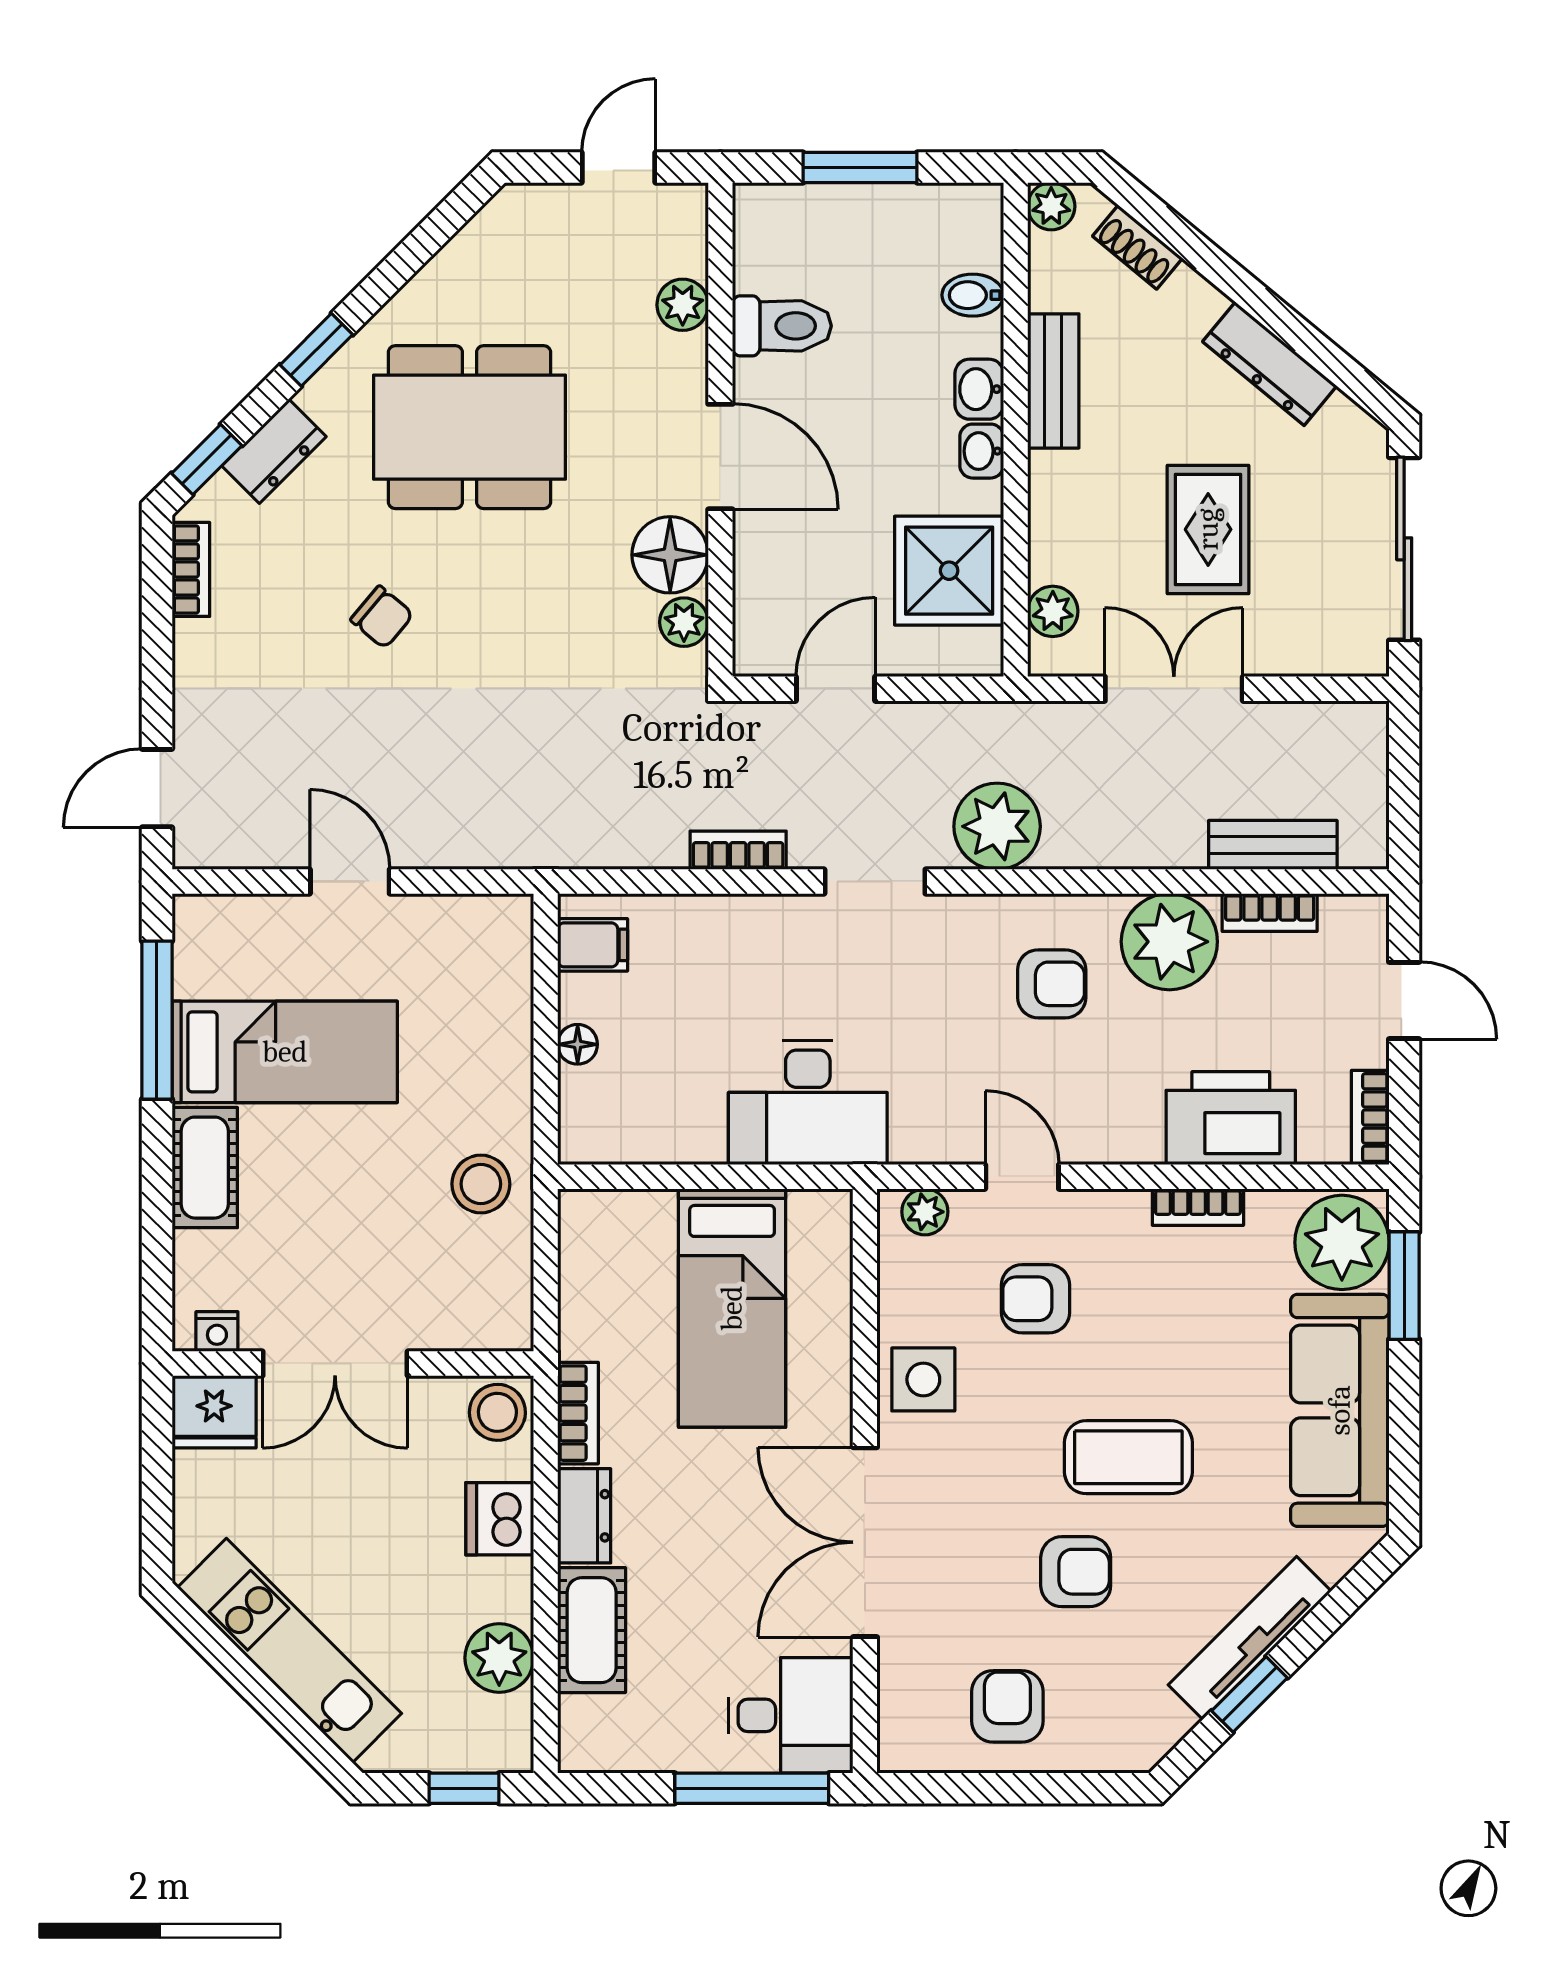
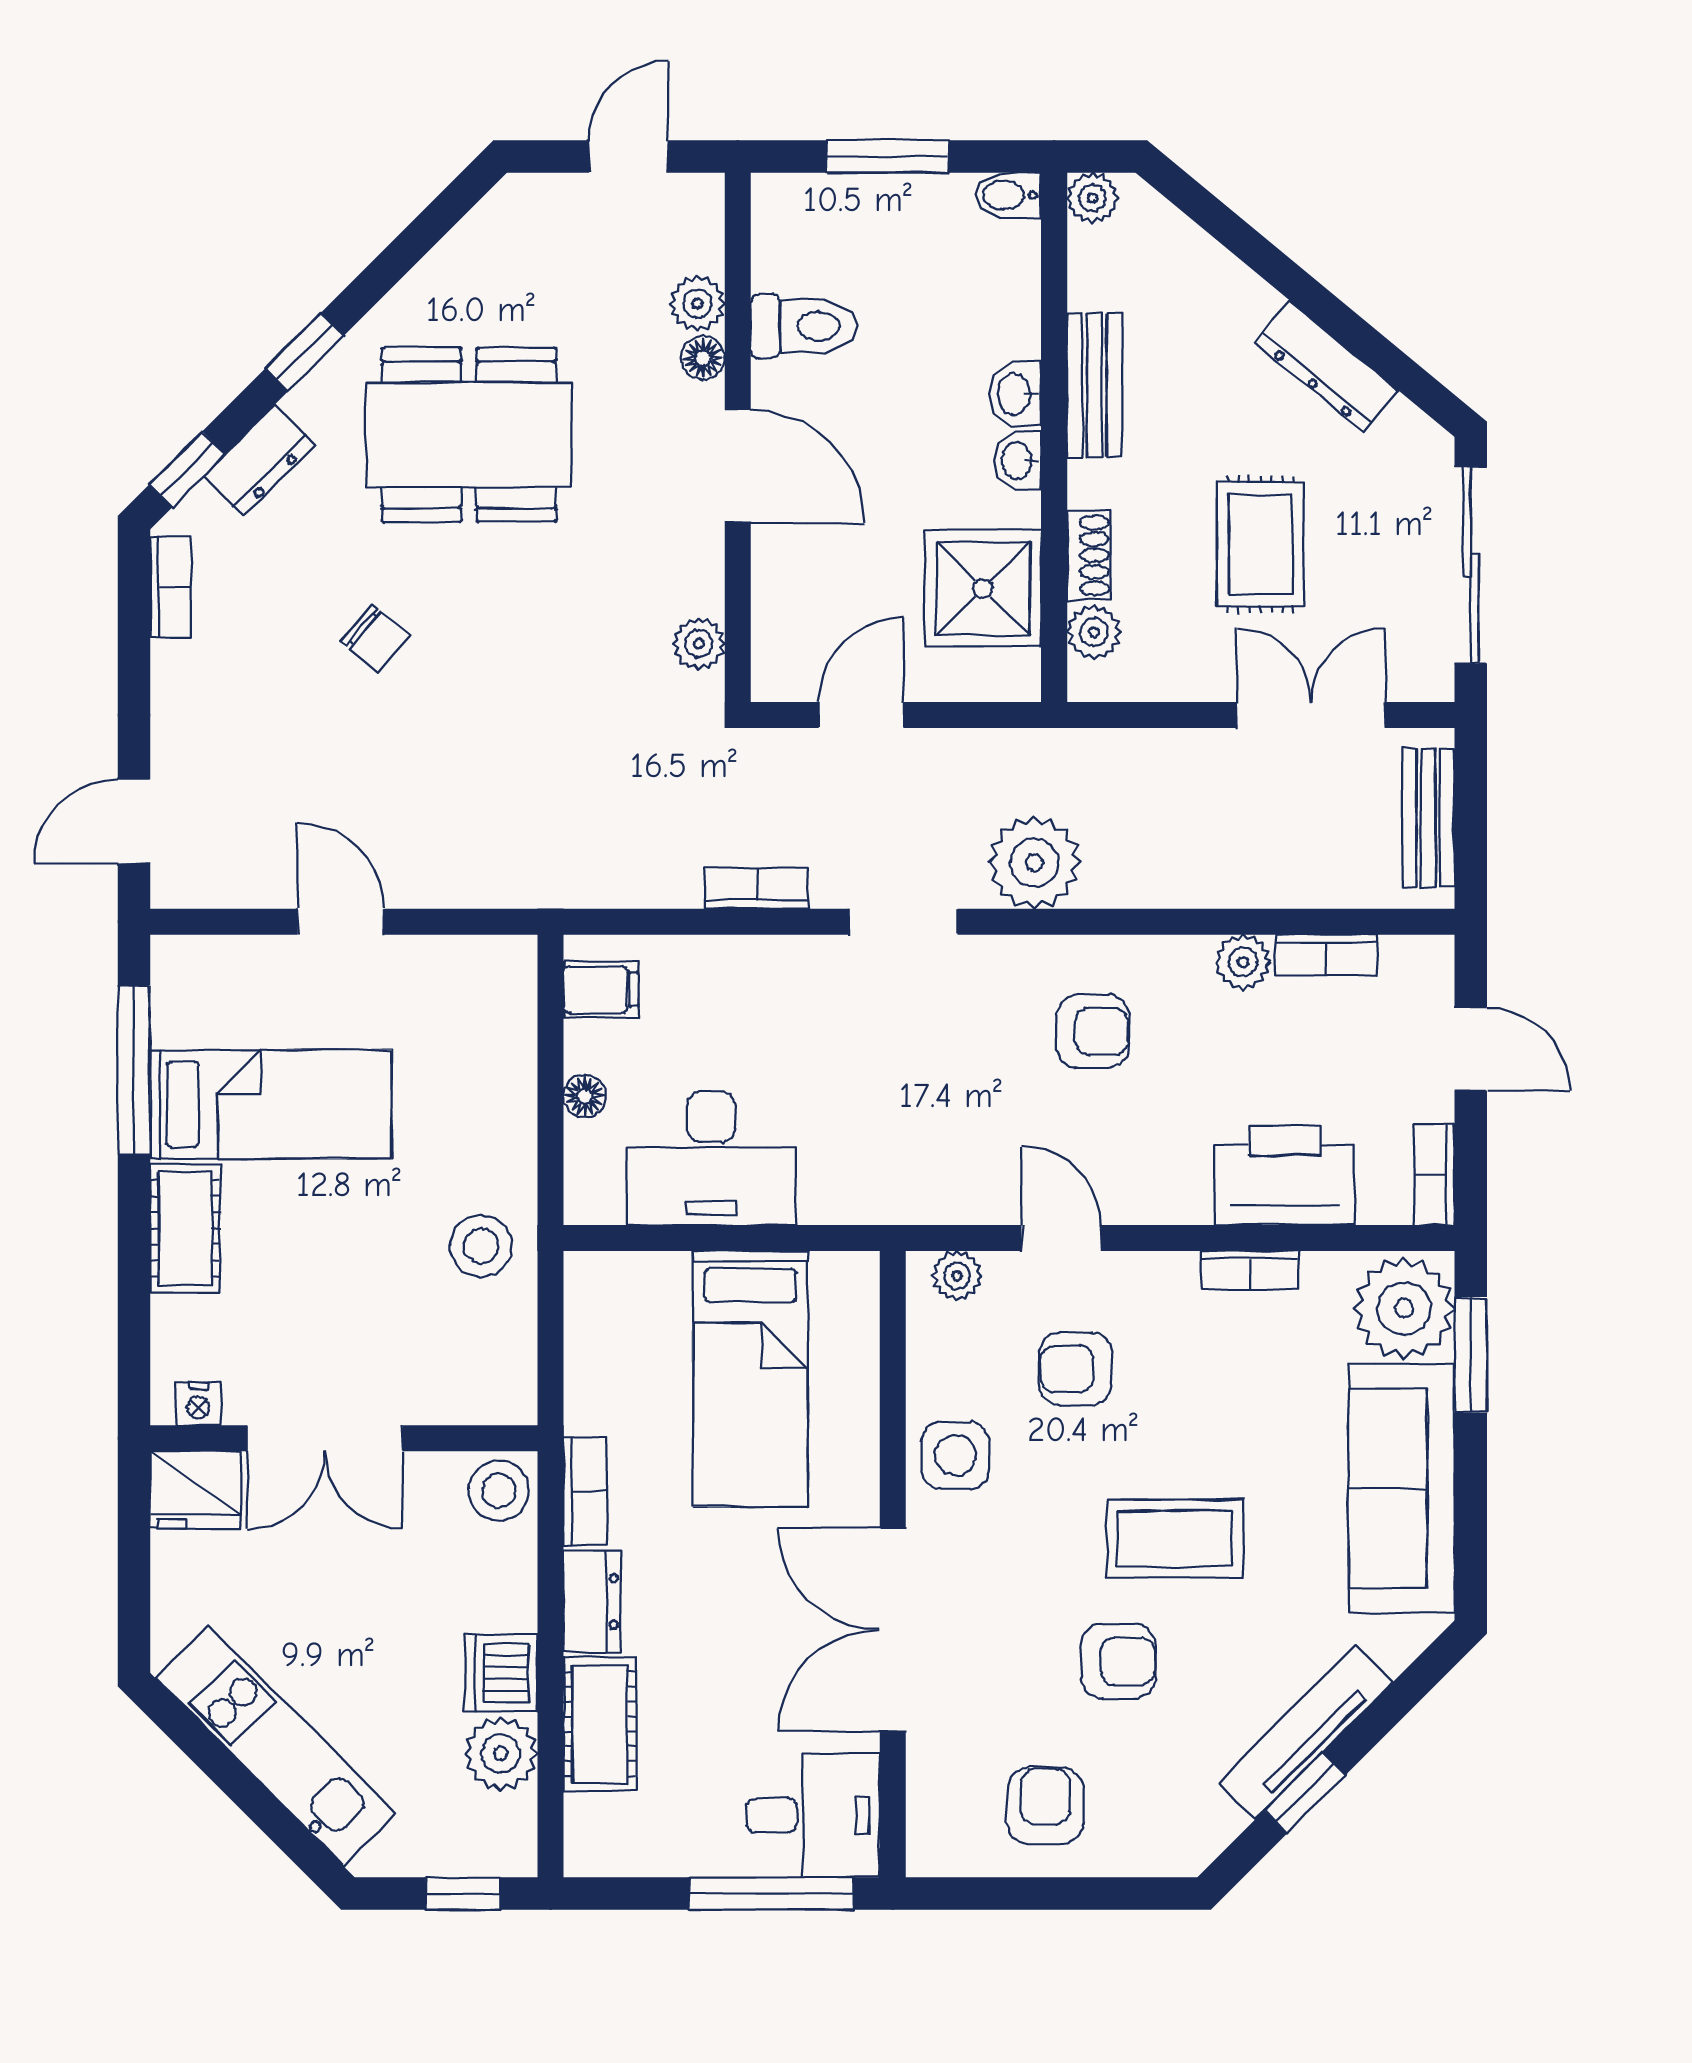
shoe rack: (1137, 247) -> (1089, 555), moved, turned -130
bidet: (973, 295) -> (1008, 195), moved
floor lamp: (670, 555) -> (703, 358), moved, width x0.53, depth x0.53
double door: (1174, 689) -> (1311, 715), moved
bench: (1273, 845) -> (1428, 818), moved, turned 90
plant: (1169, 942) -> (1243, 962), width x0.53, depth x0.53
desk: (808, 1102) -> (711, 1158), moved
dishwasher: (500, 1519) -> (501, 1673), moved

